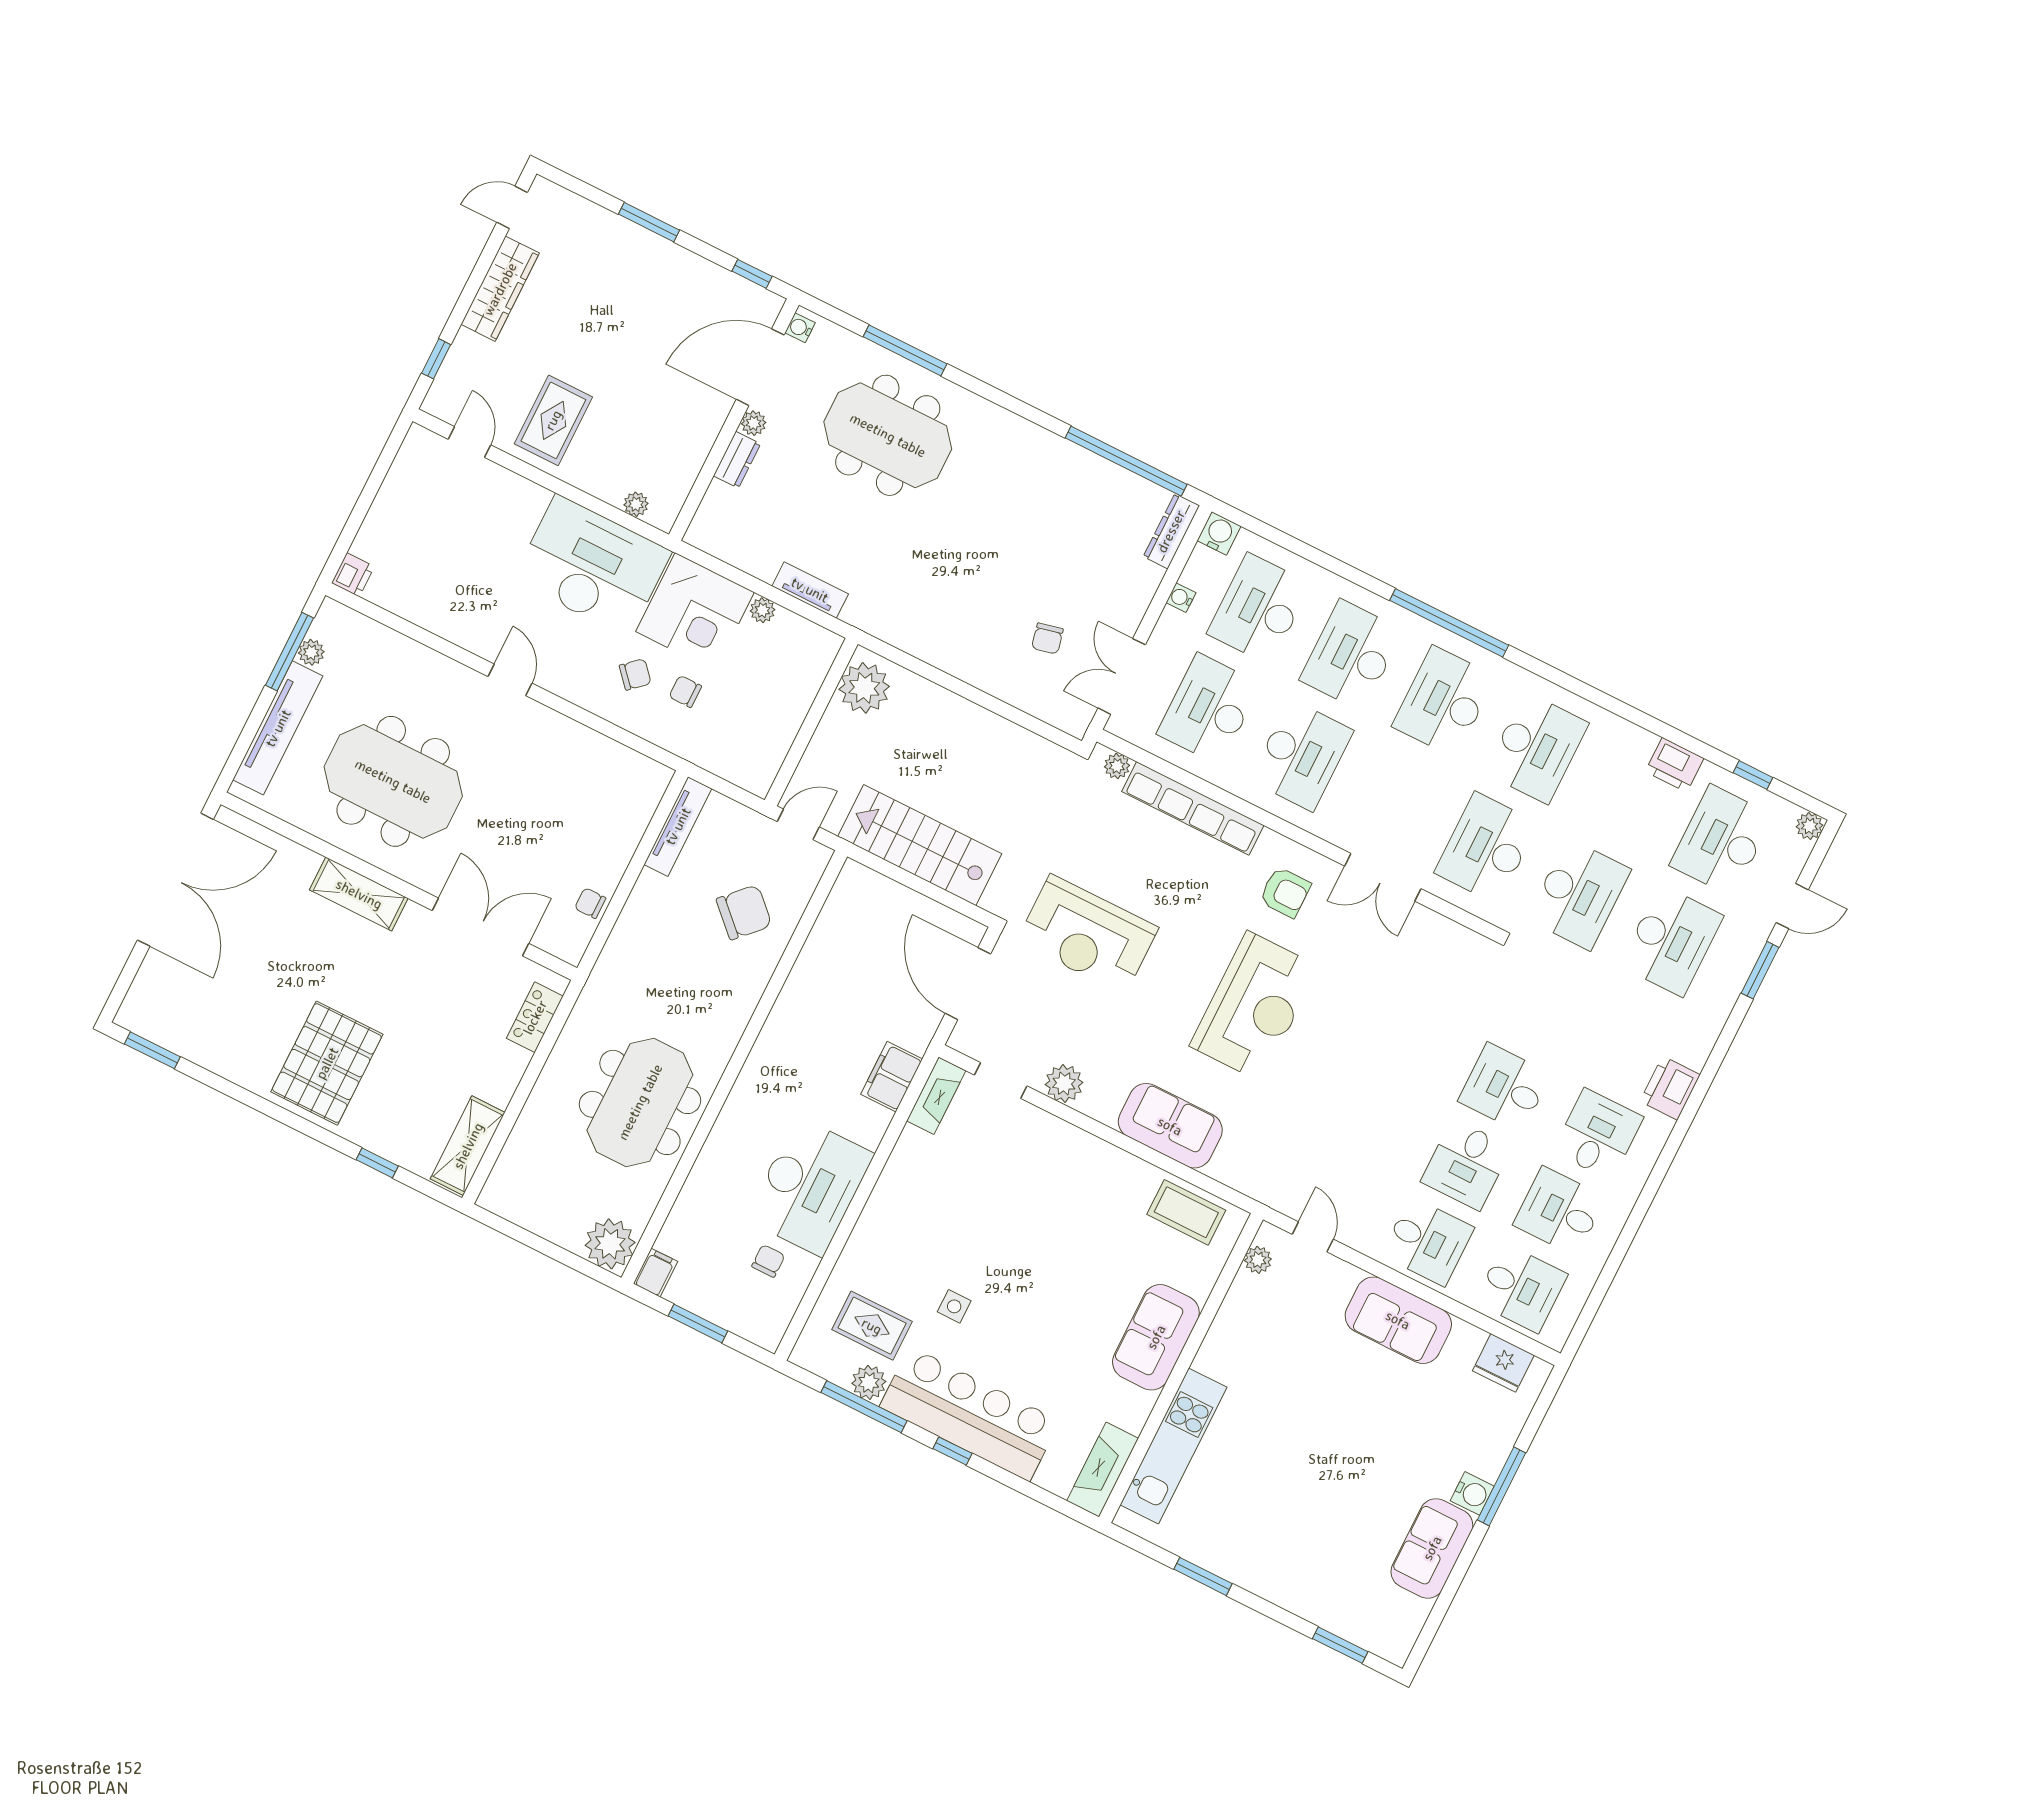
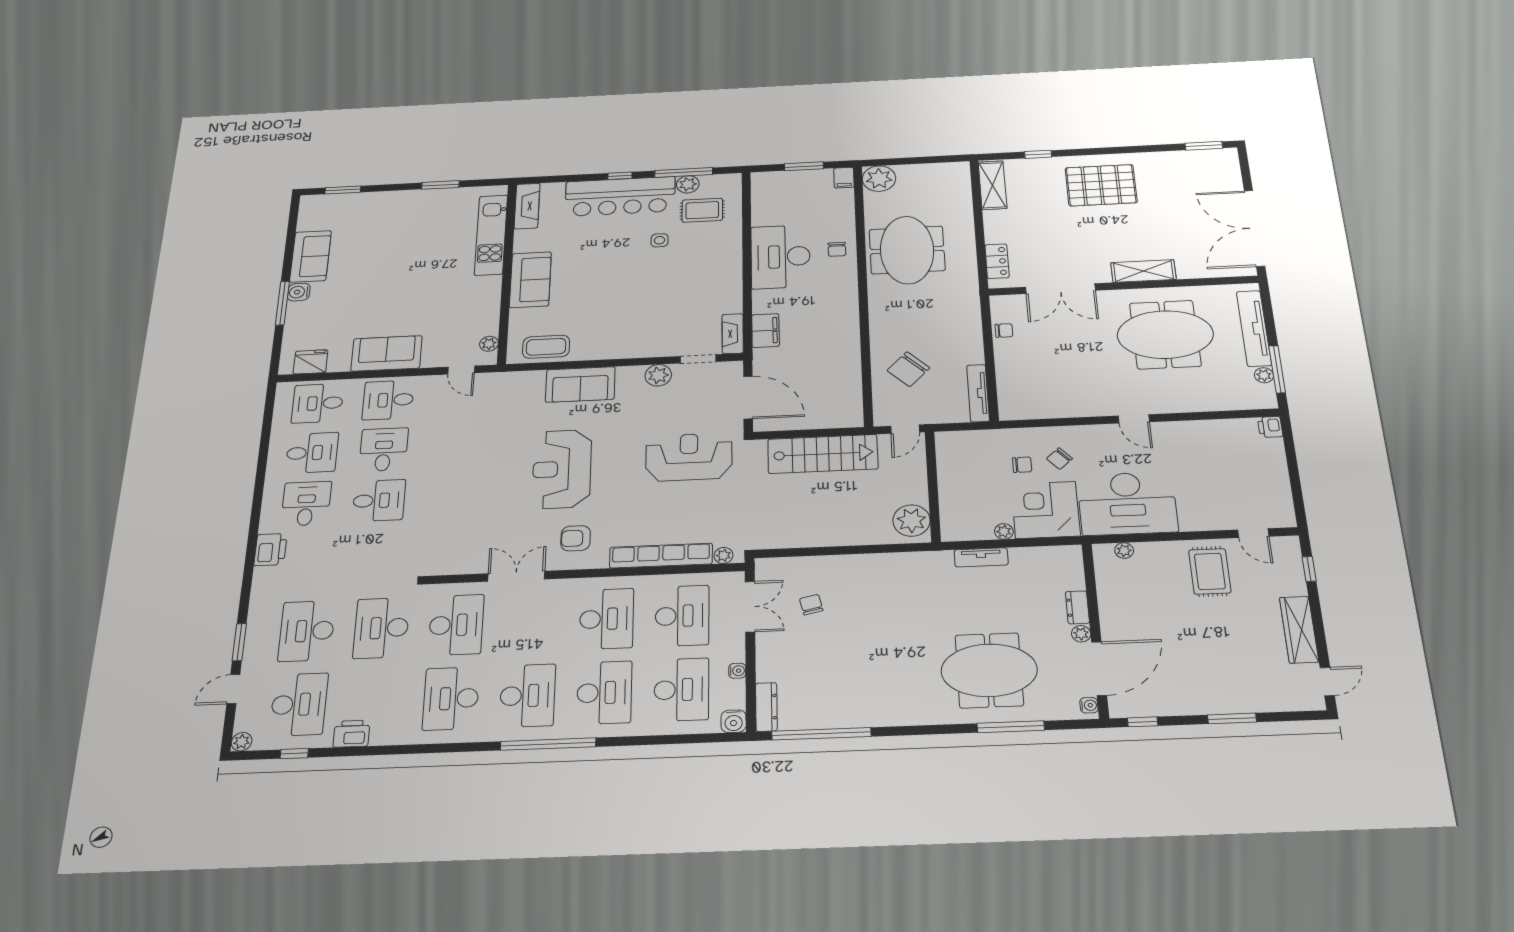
desk: (1301, 755) -> (607, 619), turned 180
pallet: (327, 1063) -> (1101, 185), turned 90
desk: (1598, 1134) -> (306, 504), turned 180
chair: (768, 1261) -> (837, 249), moved

